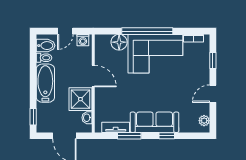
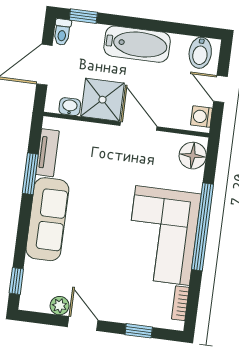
floor lamp: (119, 42) -> (193, 156), moved
toilet: (44, 58) -> (62, 32), moved
door: (93, 76) -> (139, 126), swing flipped
plant: (204, 121) -> (60, 306), moved
window: (167, 136) -> (16, 281), moved

